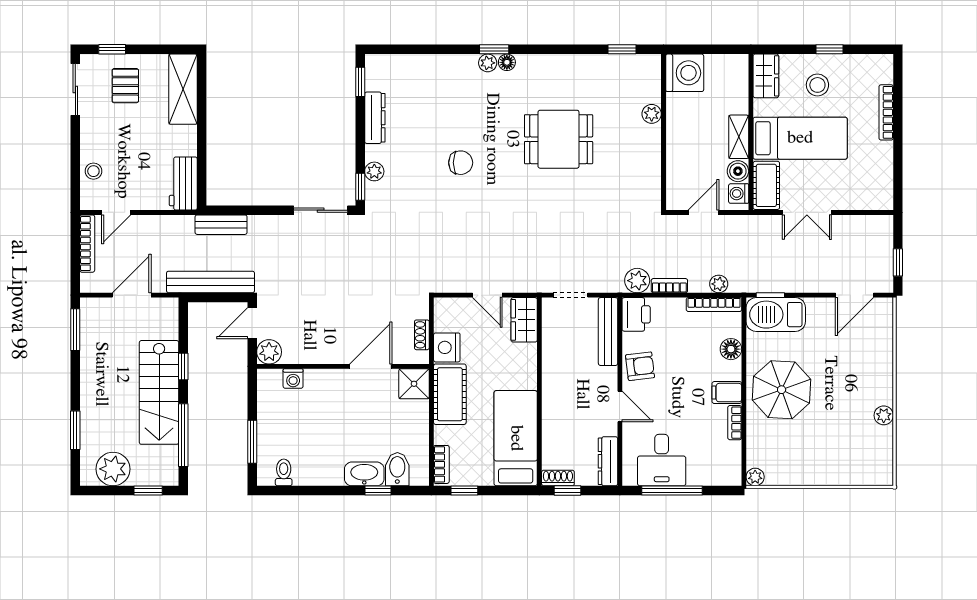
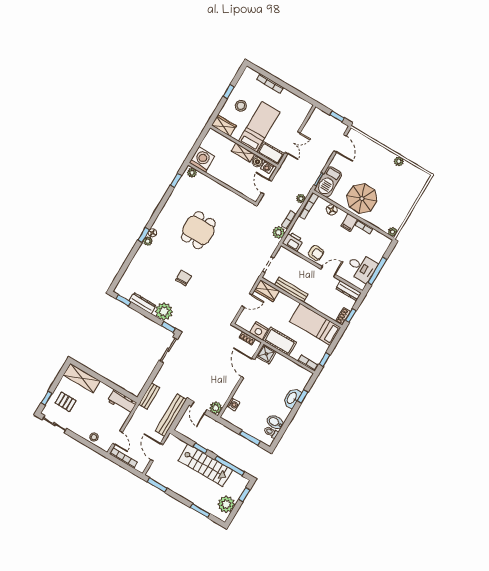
plant: (652, 114) -> (192, 173), moved
plant: (374, 171) -> (164, 311), width x1.88, depth x1.88
bench: (608, 332) -> (291, 290), moved
armchair: (640, 366) -> (316, 253), turned 101
bidet: (397, 469) -> (275, 422), moved

